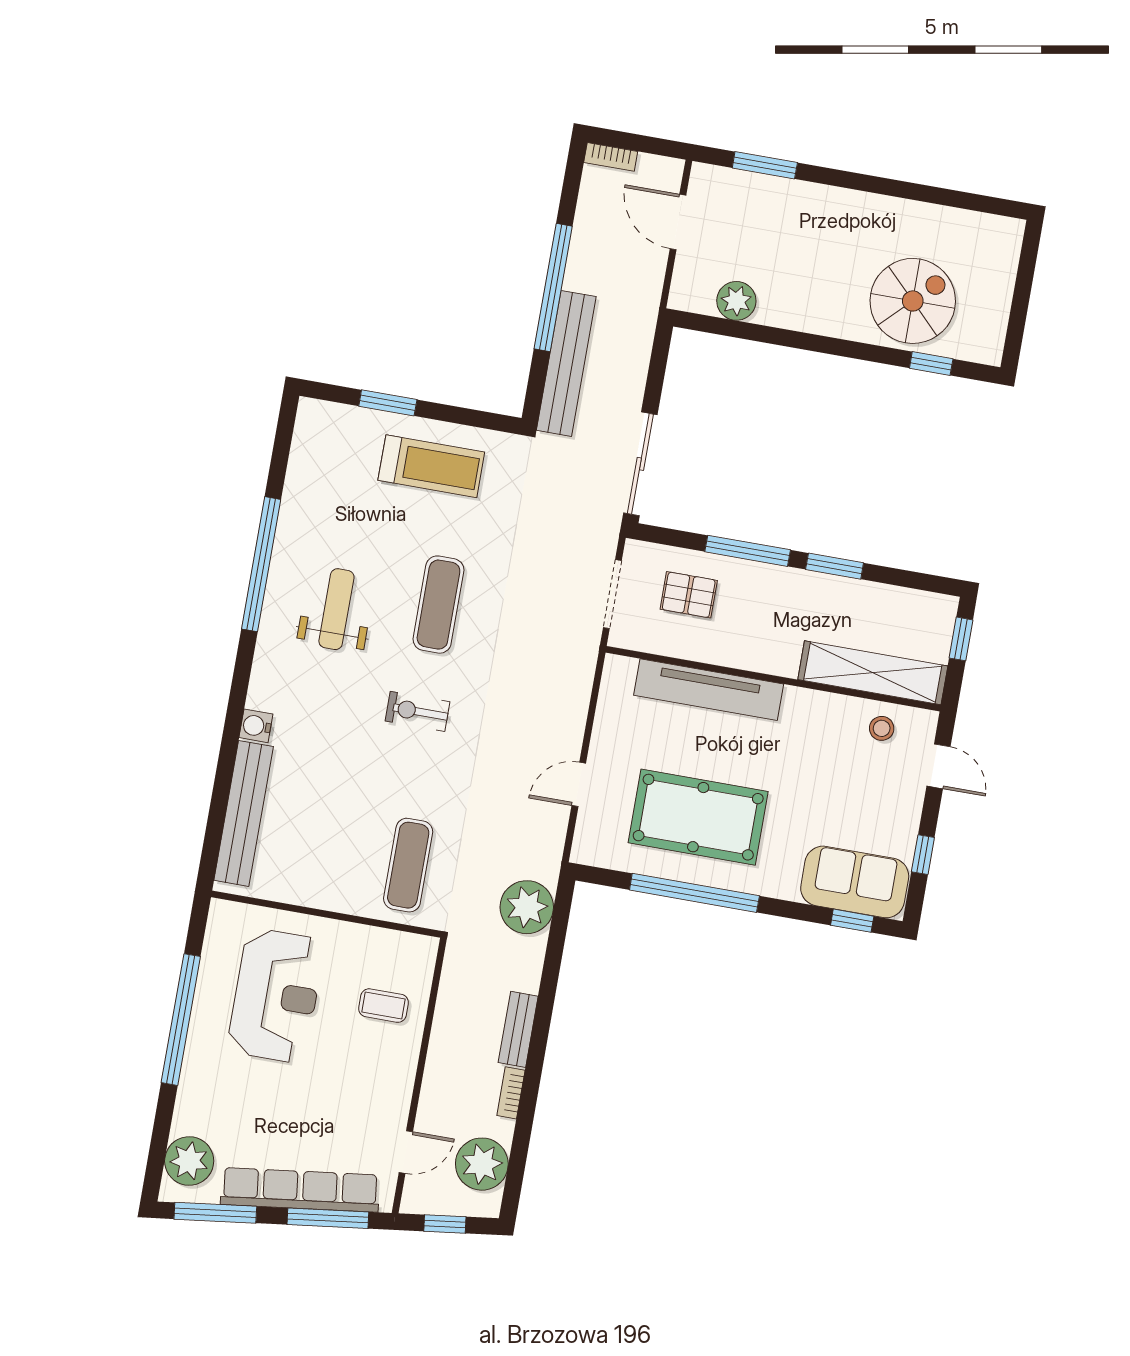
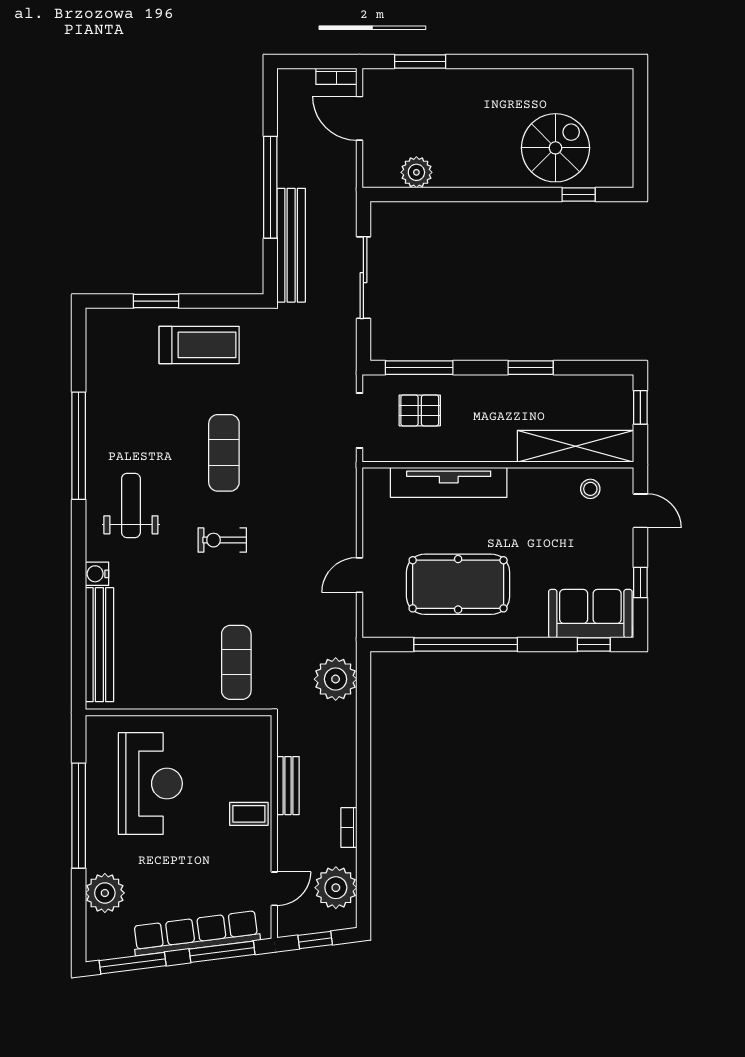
bookcase: (611, 157) -> (336, 76), moved
sliding door: (640, 464) -> (363, 278), moved
window: (748, 551) -> (419, 368), moved
weight bench: (336, 609) -> (131, 505), moved
coffee table: (384, 1006) -> (249, 814), moved
bench: (518, 1029) -> (288, 786), moved
plant: (189, 1161) -> (105, 893), moved

